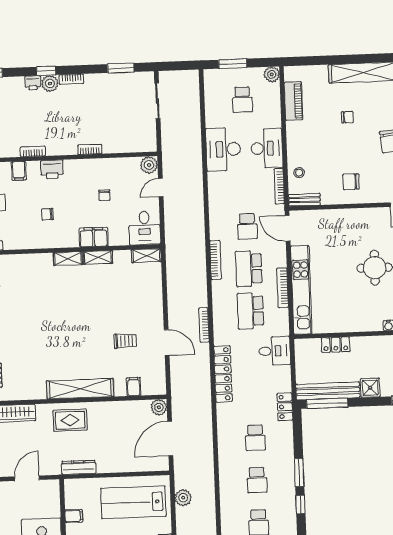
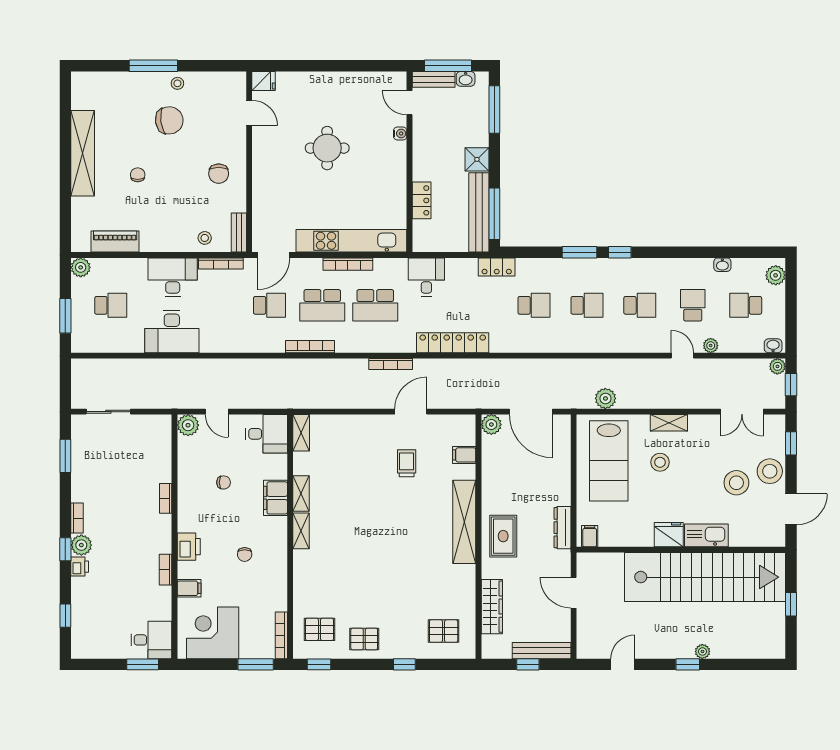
filing cabinet: (74, 516) -> (590, 536), moved

